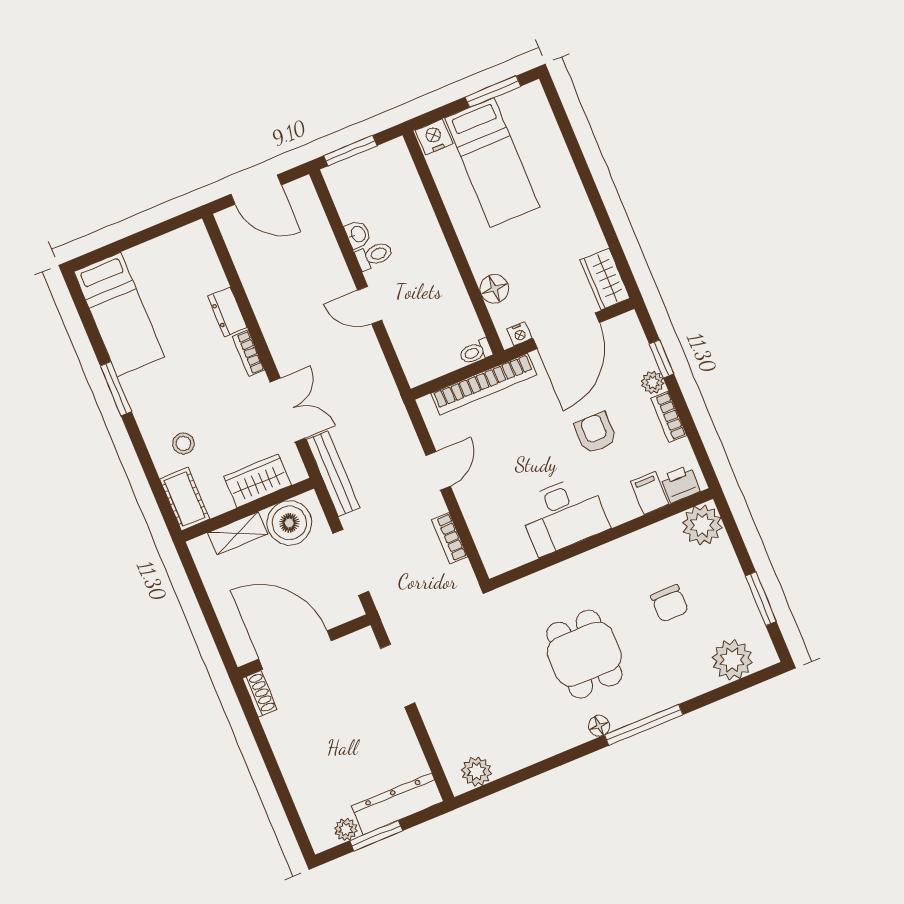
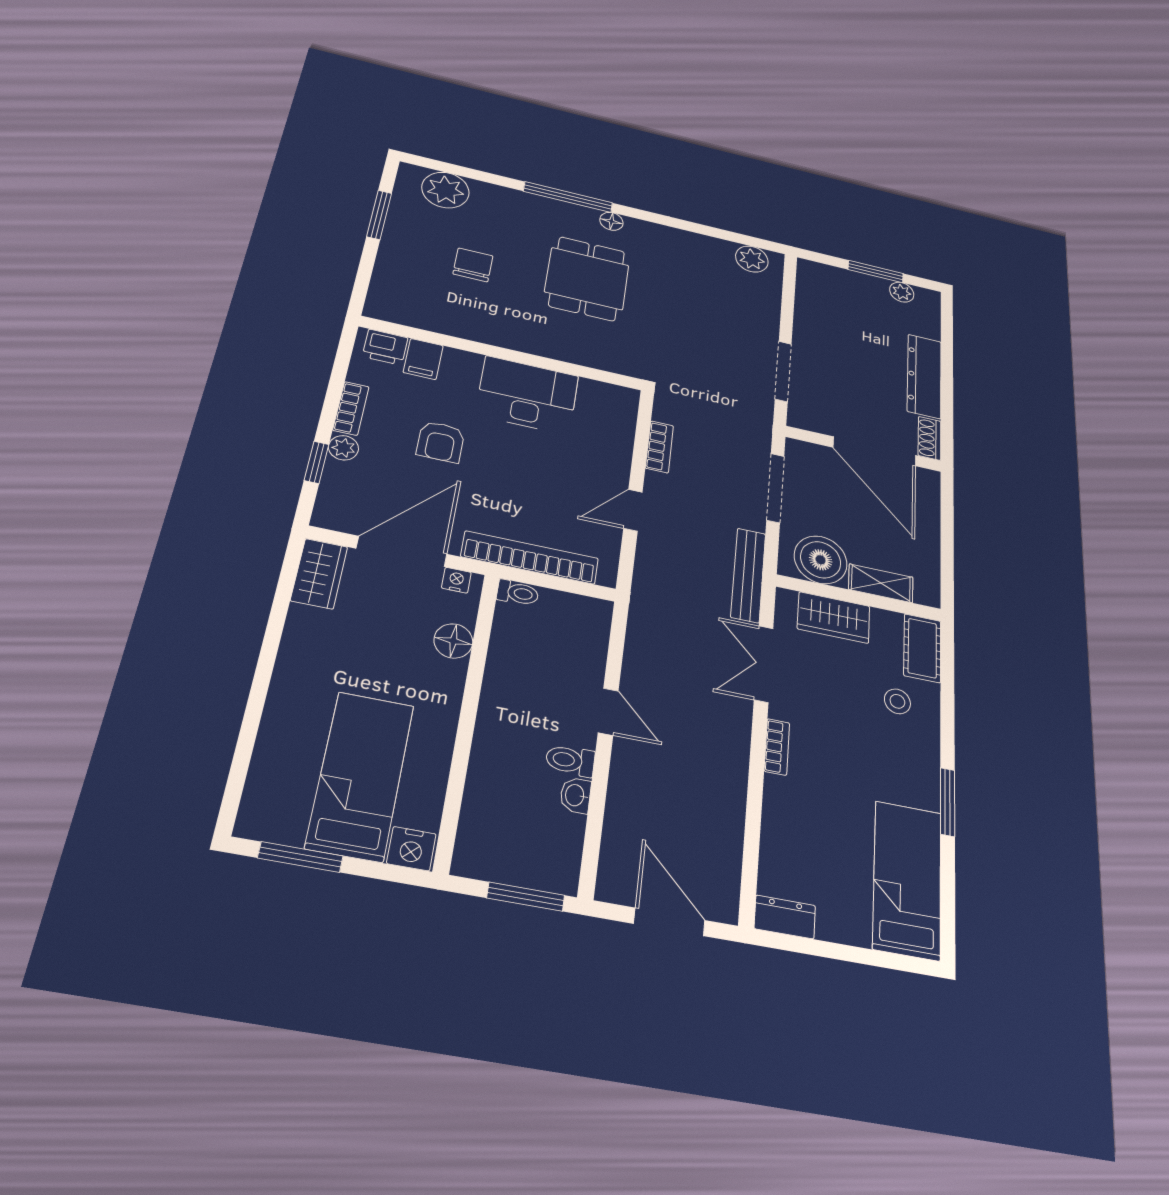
dresser: (227, 312) -> (785, 917), moved, turned -90
plant: (702, 525) -> (390, 302), removed
dresser: (397, 804) -> (924, 376), moved, turned 90

